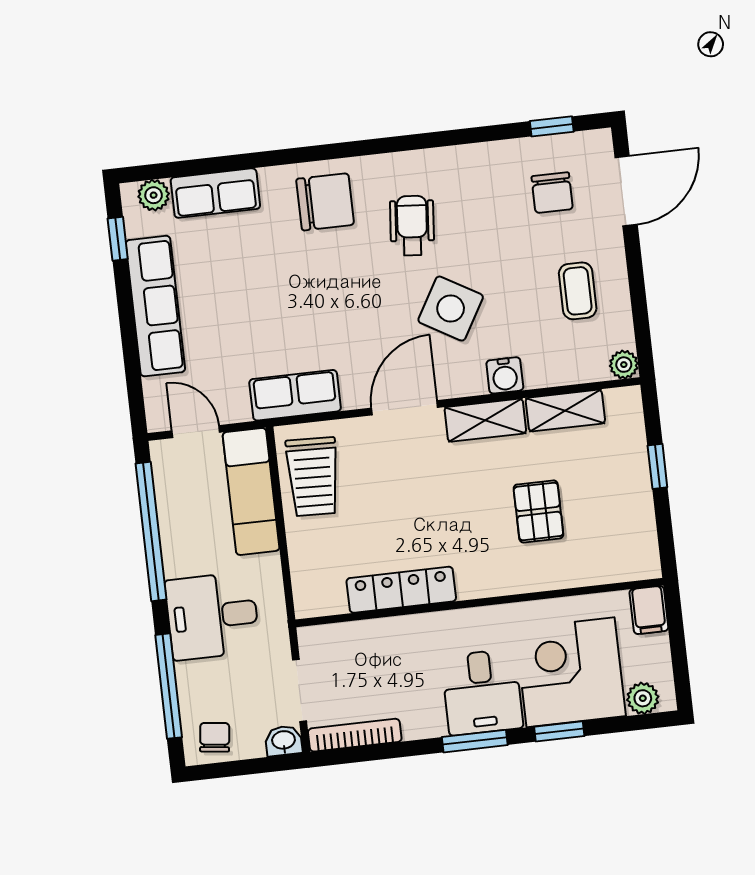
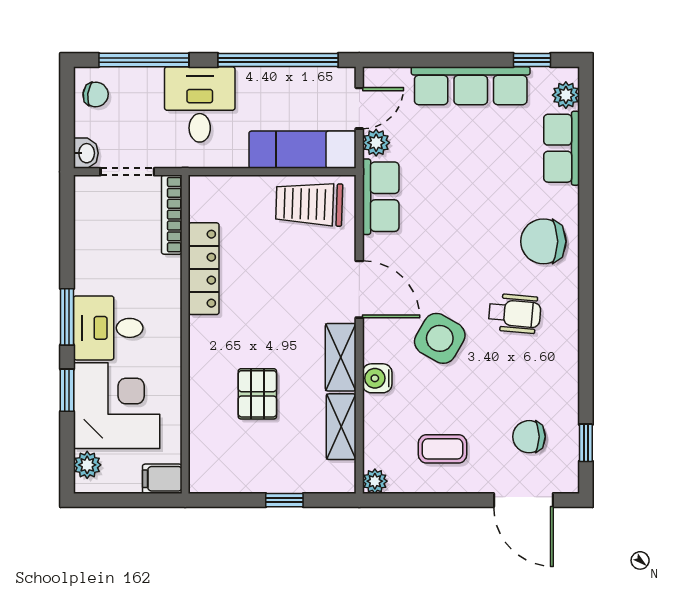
chair: (325, 202) -> (543, 241), turned 90
plant: (233, 408) -> (376, 143), added
pallet: (538, 511) -> (257, 394), turned 90
bookcase: (355, 735) -> (172, 215), moved, turned 180

